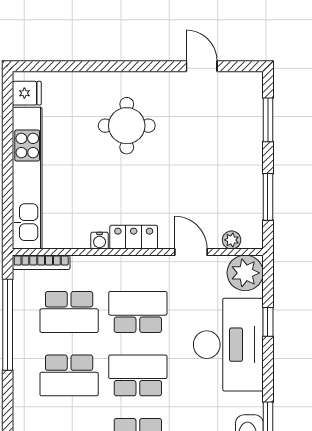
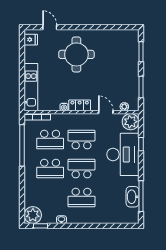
door: (202, 66) -> (50, 27), moved
round table: (127, 126) -> (76, 54), width x1.36, depth x1.36
kitchen unit: (27, 178) -> (31, 87), width x0.73

